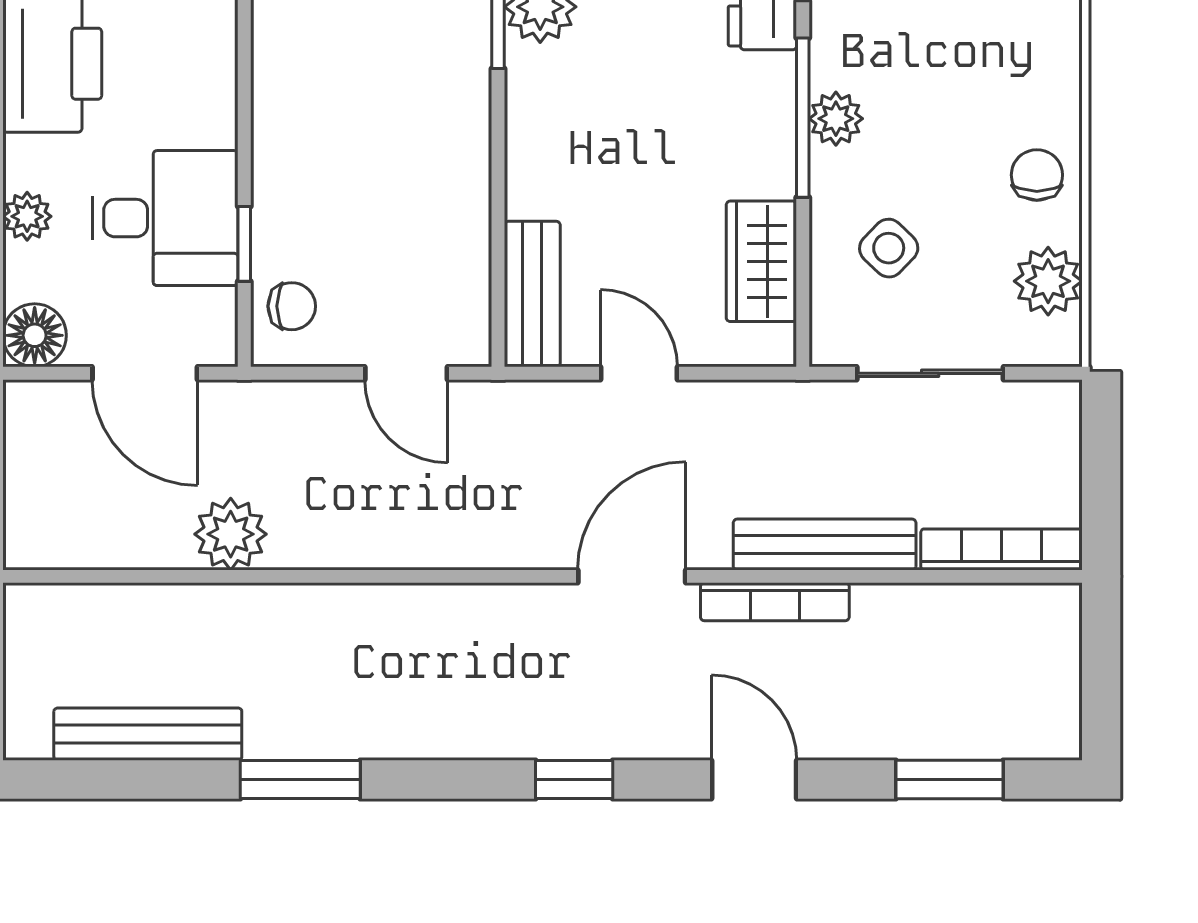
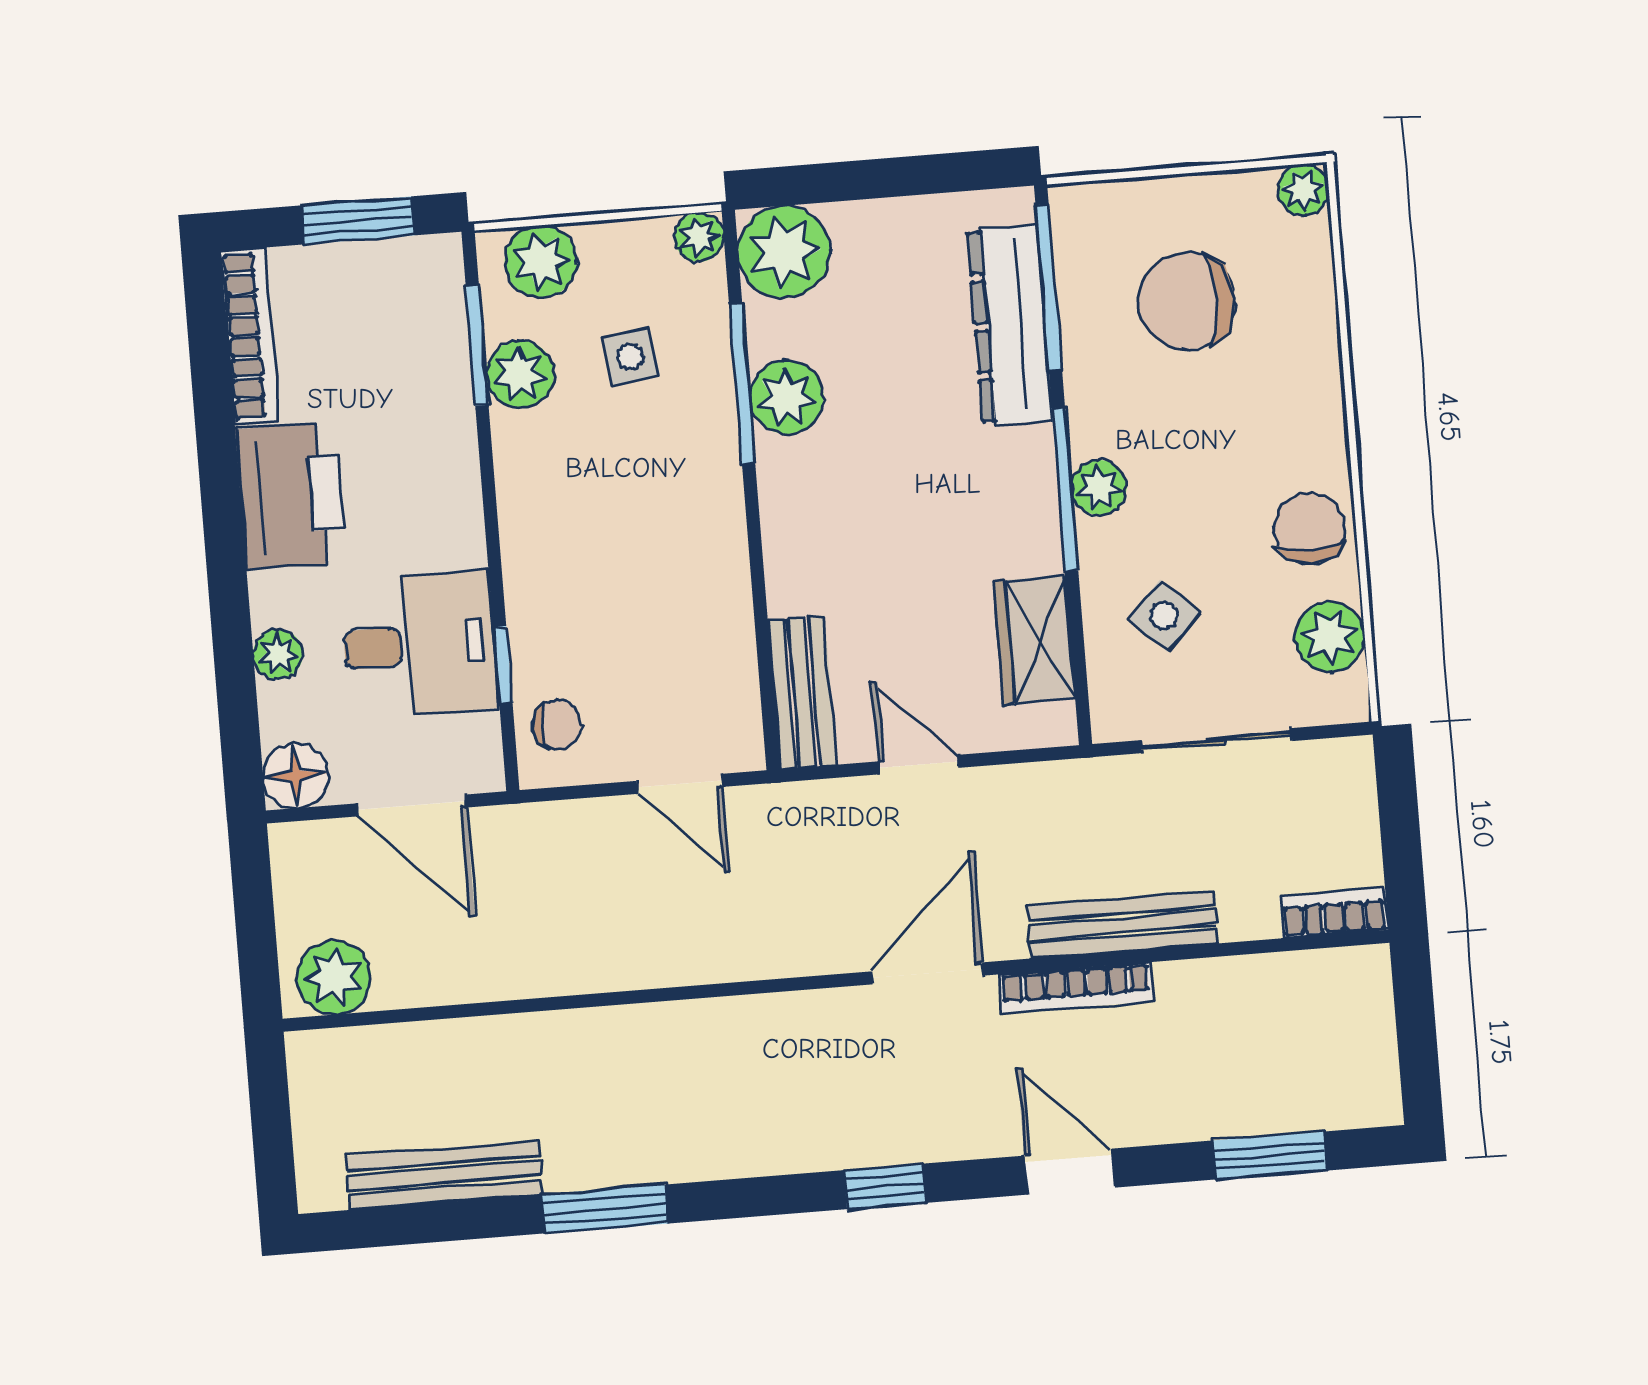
chair: (1037, 175) -> (1310, 529), width x1.37, depth x1.37
plant: (231, 534) -> (334, 978), moved
bookcase: (1001, 549) -> (1334, 913), width x0.64

